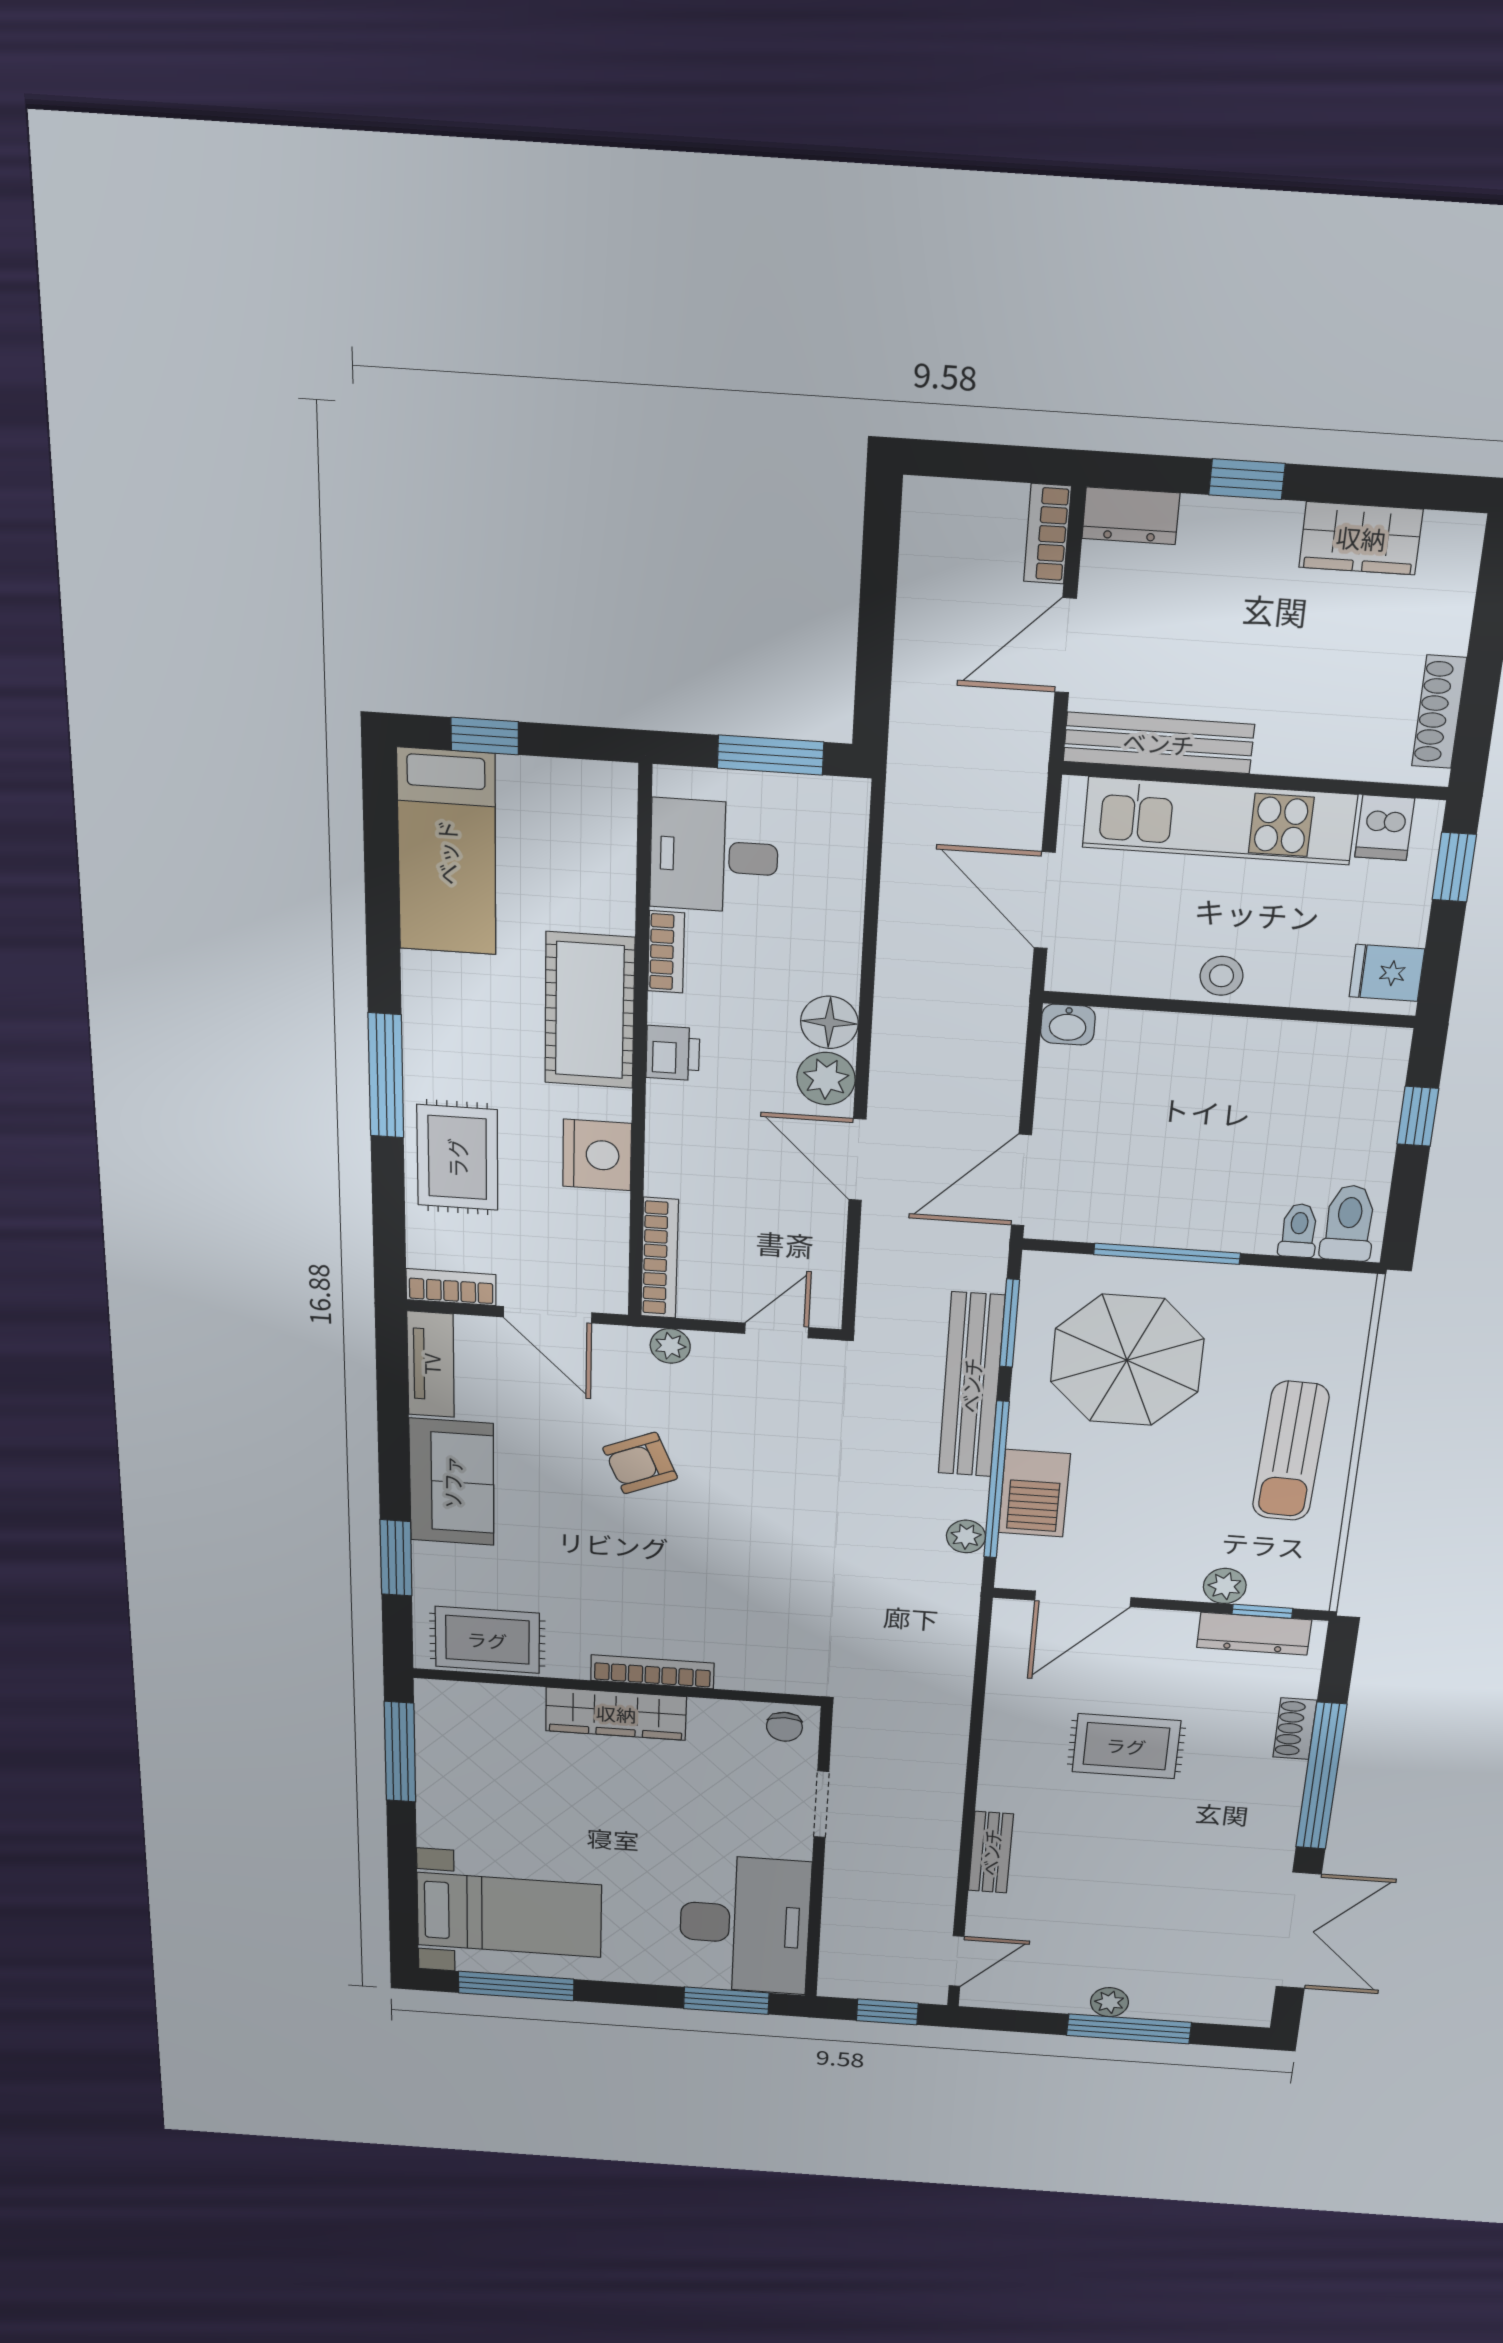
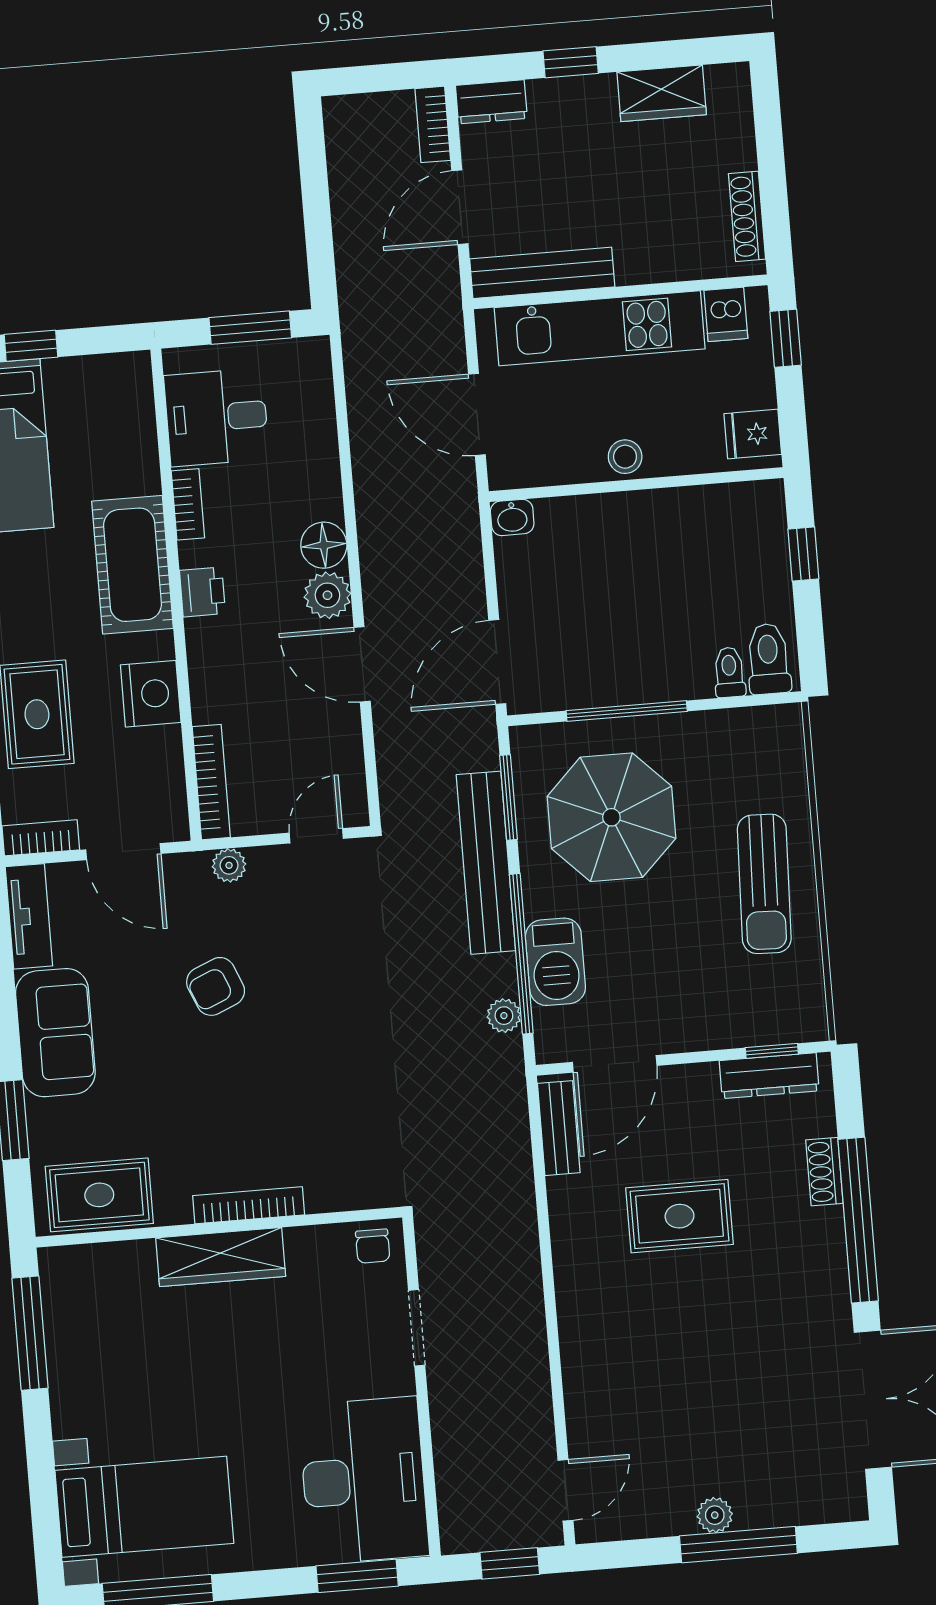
plant: (1225, 1586) -> (735, 1030), removed
bench: (991, 1852) -> (559, 1128), moved

